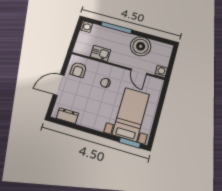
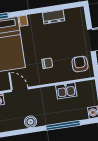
boiler: (141, 46) -> (31, 122), width x0.54, depth x0.54
dresser: (67, 116) -> (54, 17), moved

